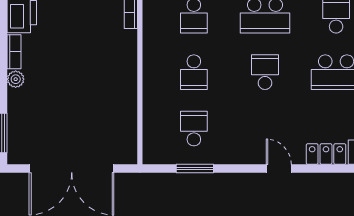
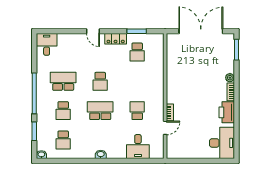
school desk: (194, 72) -> (137, 81), removed
locker: (326, 154) -> (116, 39), moved

